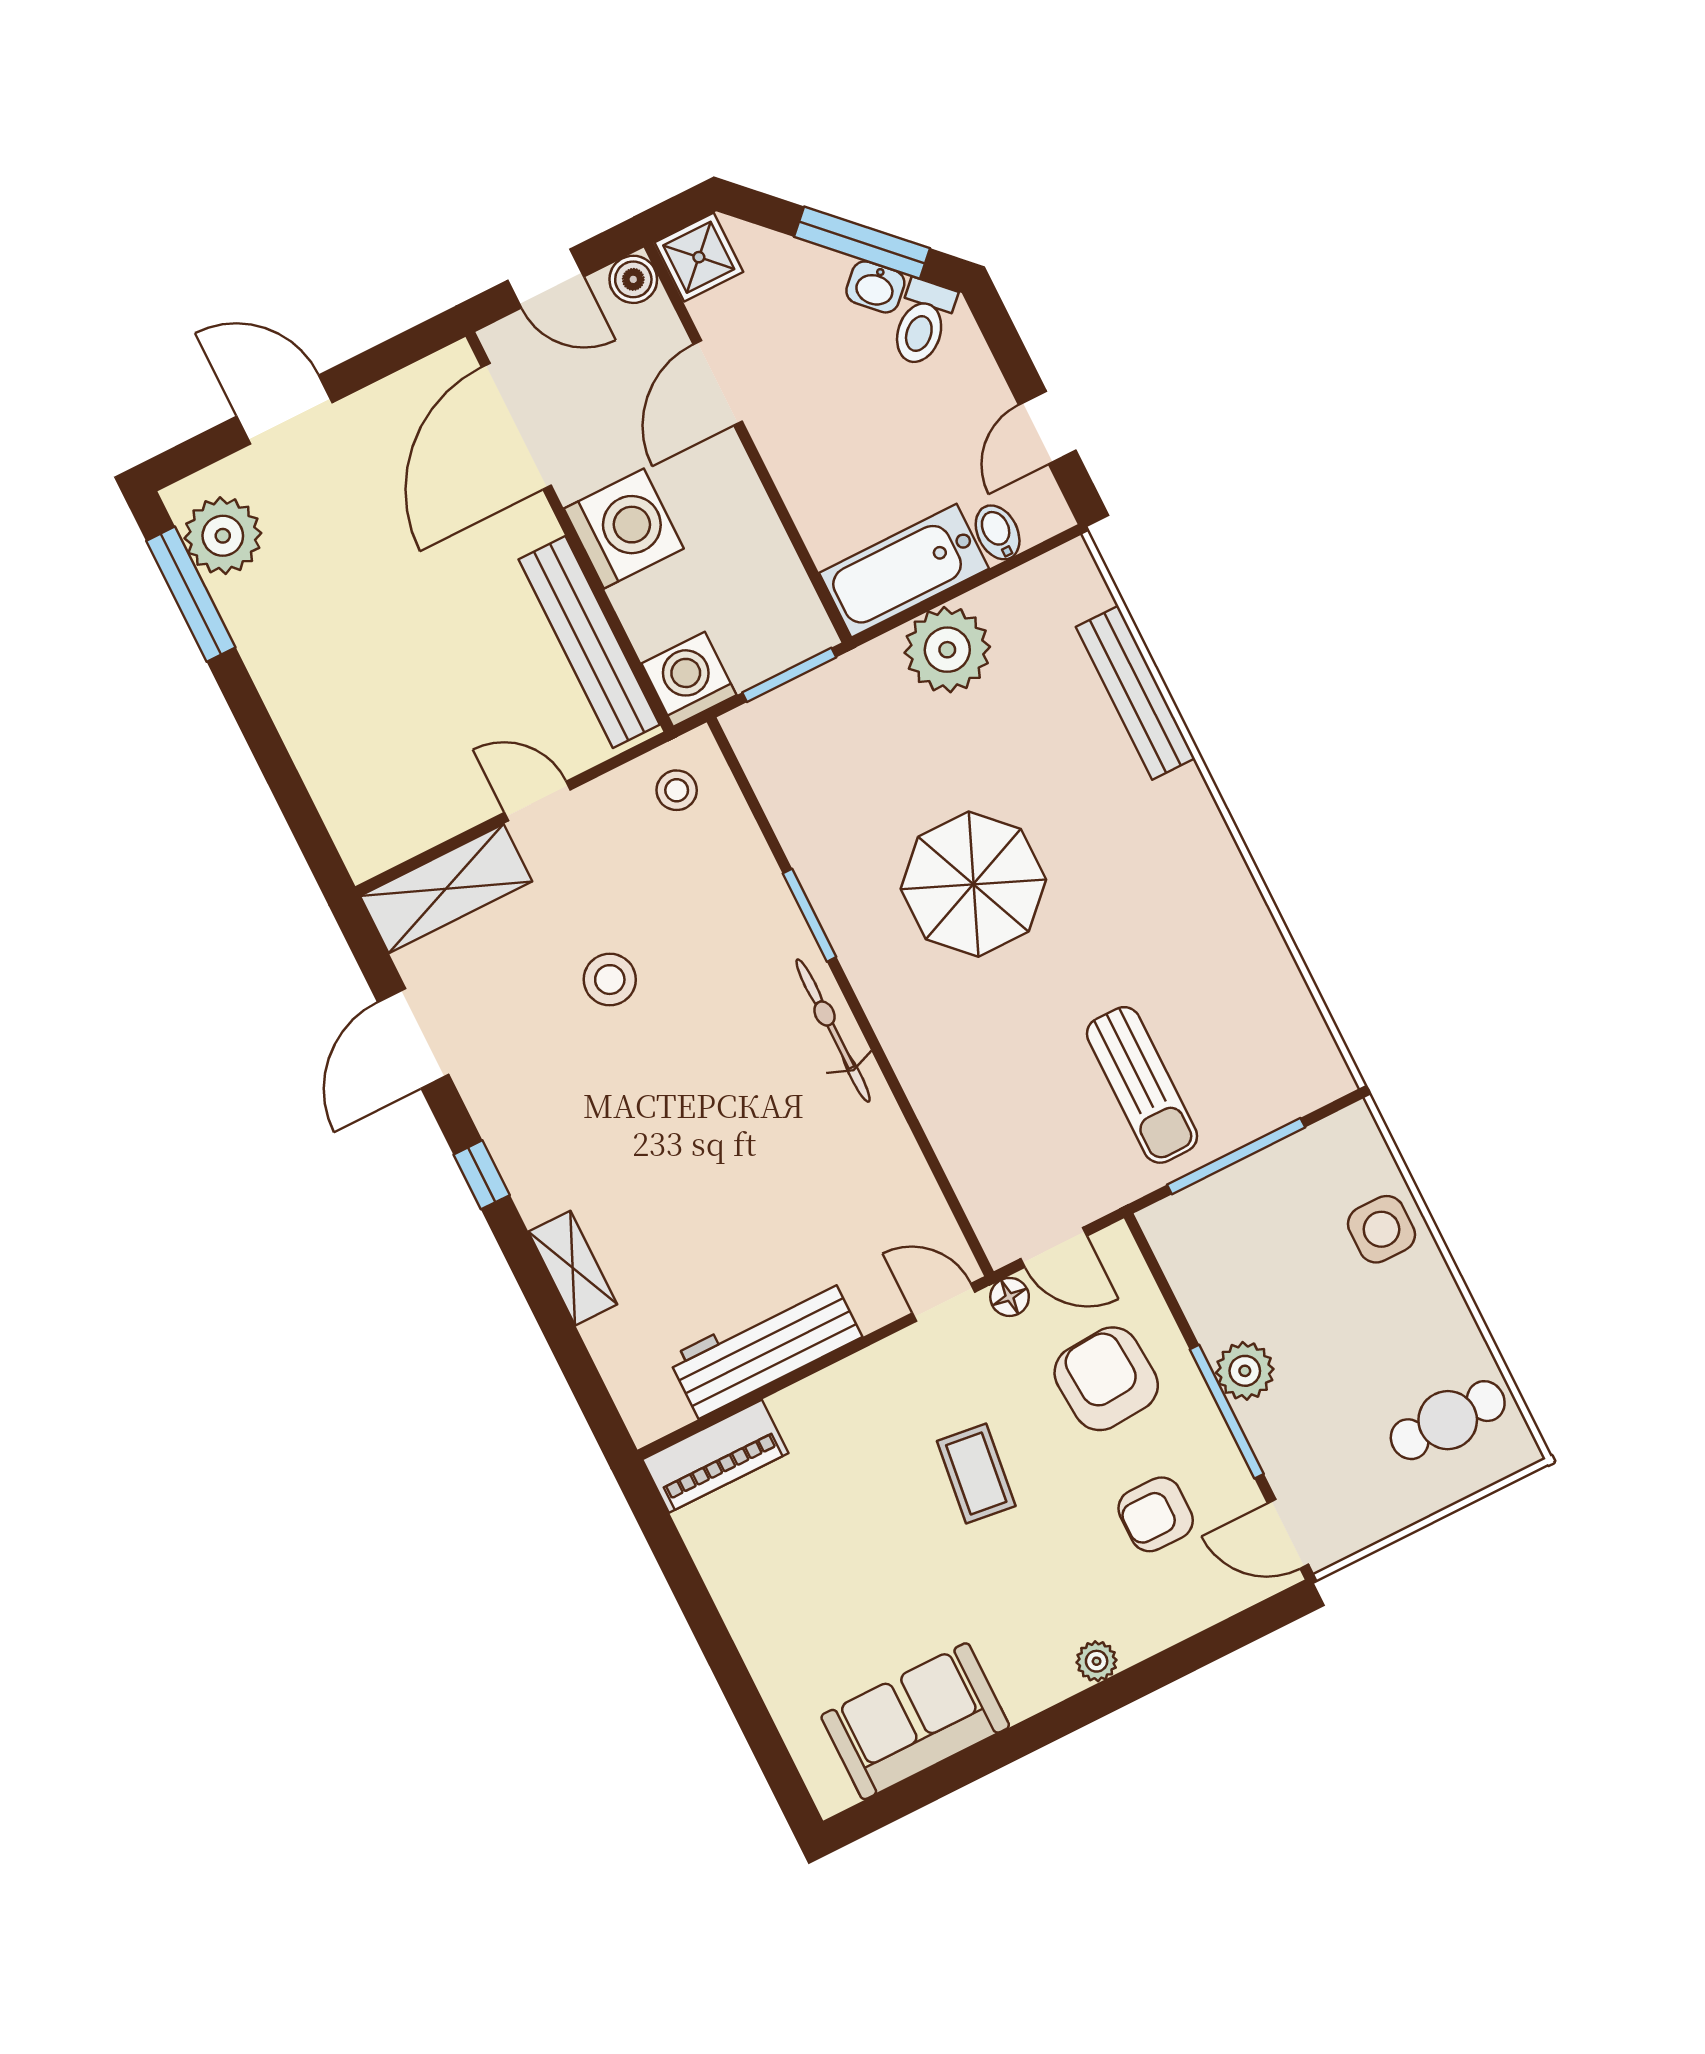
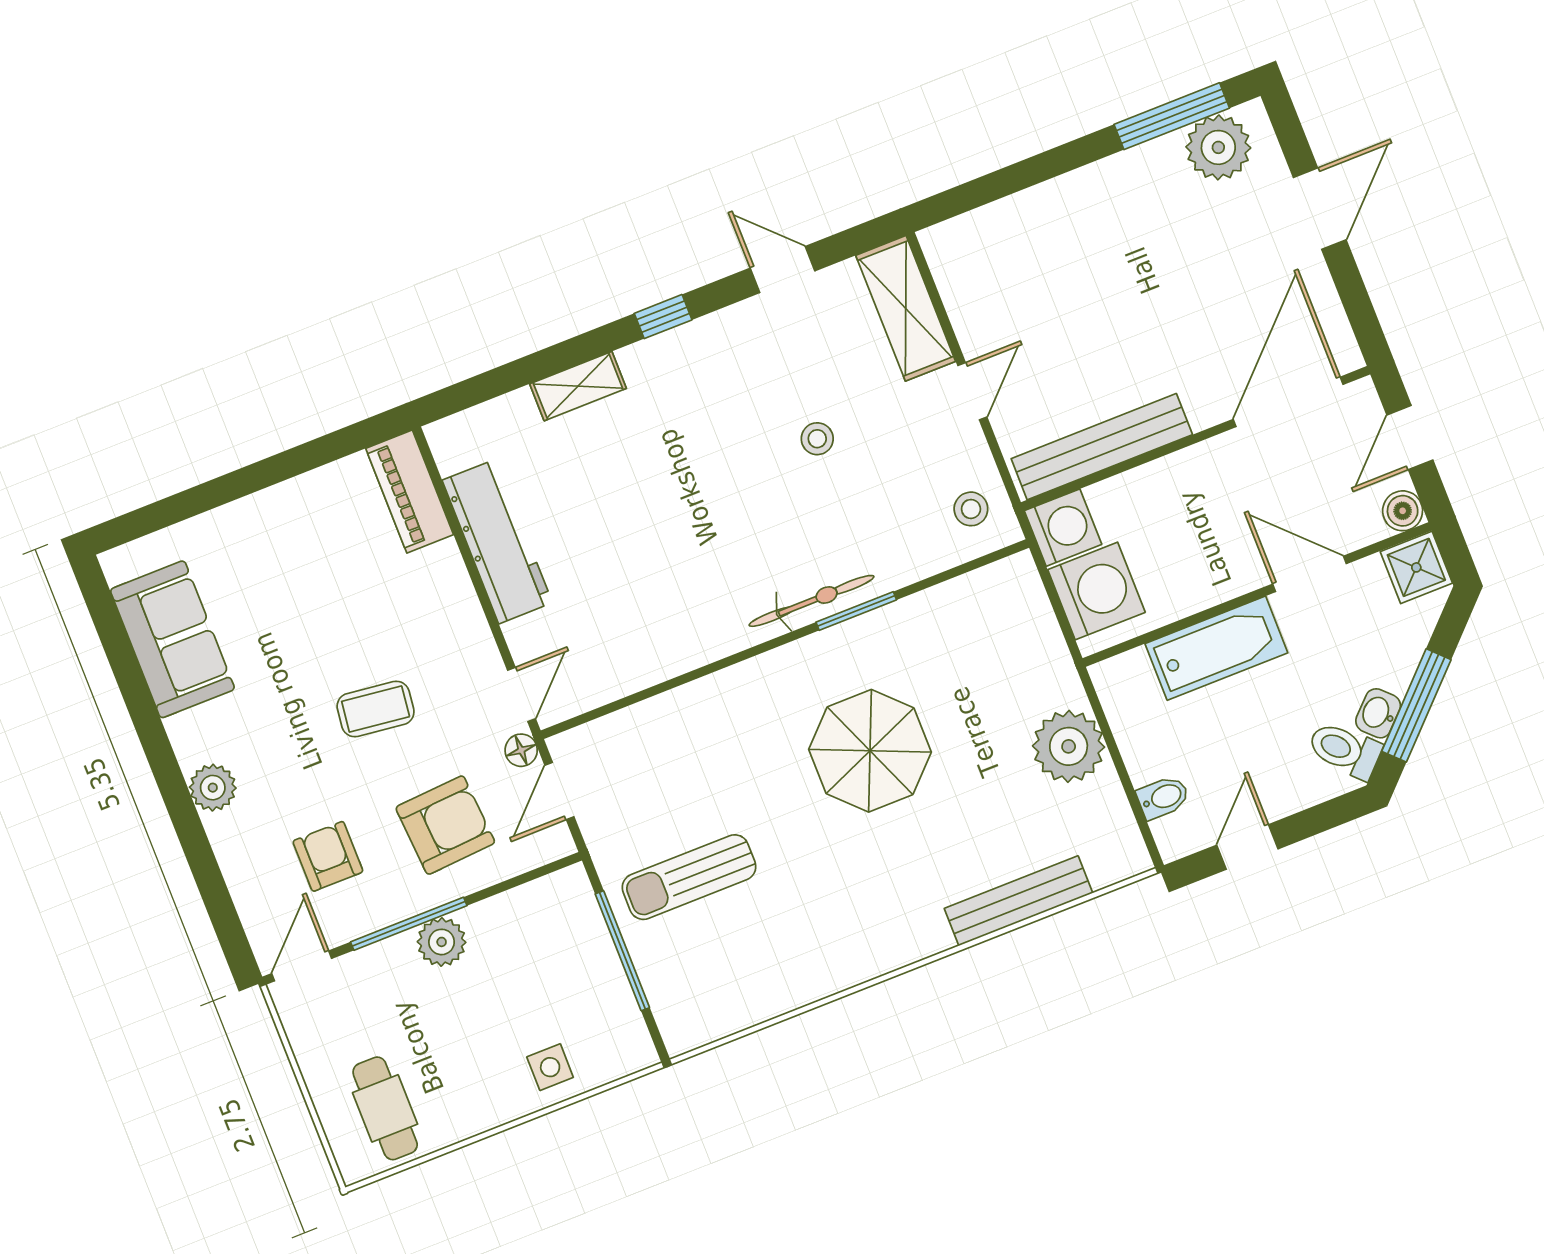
door: (516, 426) -> (1288, 402), hinge flipped
door: (1047, 428) -> (1247, 847), hinge flipped
washing machine: (624, 529) -> (1096, 591), moved, turned -90
bathtub: (904, 571) -> (1216, 648), moved, turned 90
window: (789, 675) -> (1059, 612), removed
stool: (610, 980) -> (817, 439), width x0.73, depth x0.73
bicycle: (833, 1031) -> (812, 601), moved
door: (413, 1038) -> (783, 270), width x0.73
side table: (1381, 1229) -> (550, 1067), width x0.73, depth x0.73
plant: (1097, 1661) -> (213, 788), width x1.38, depth x1.38

